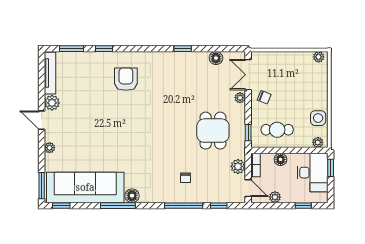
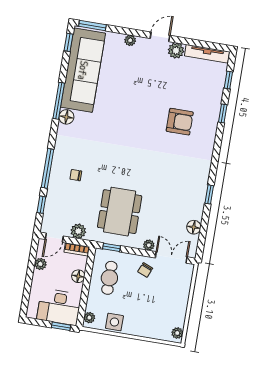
window: (71, 49) -> (228, 80), width x0.67
armchair: (126, 79) -> (180, 122), moved
dining table: (213, 131) -> (120, 212), width x1.38
window: (303, 206) -> (27, 292), removed

